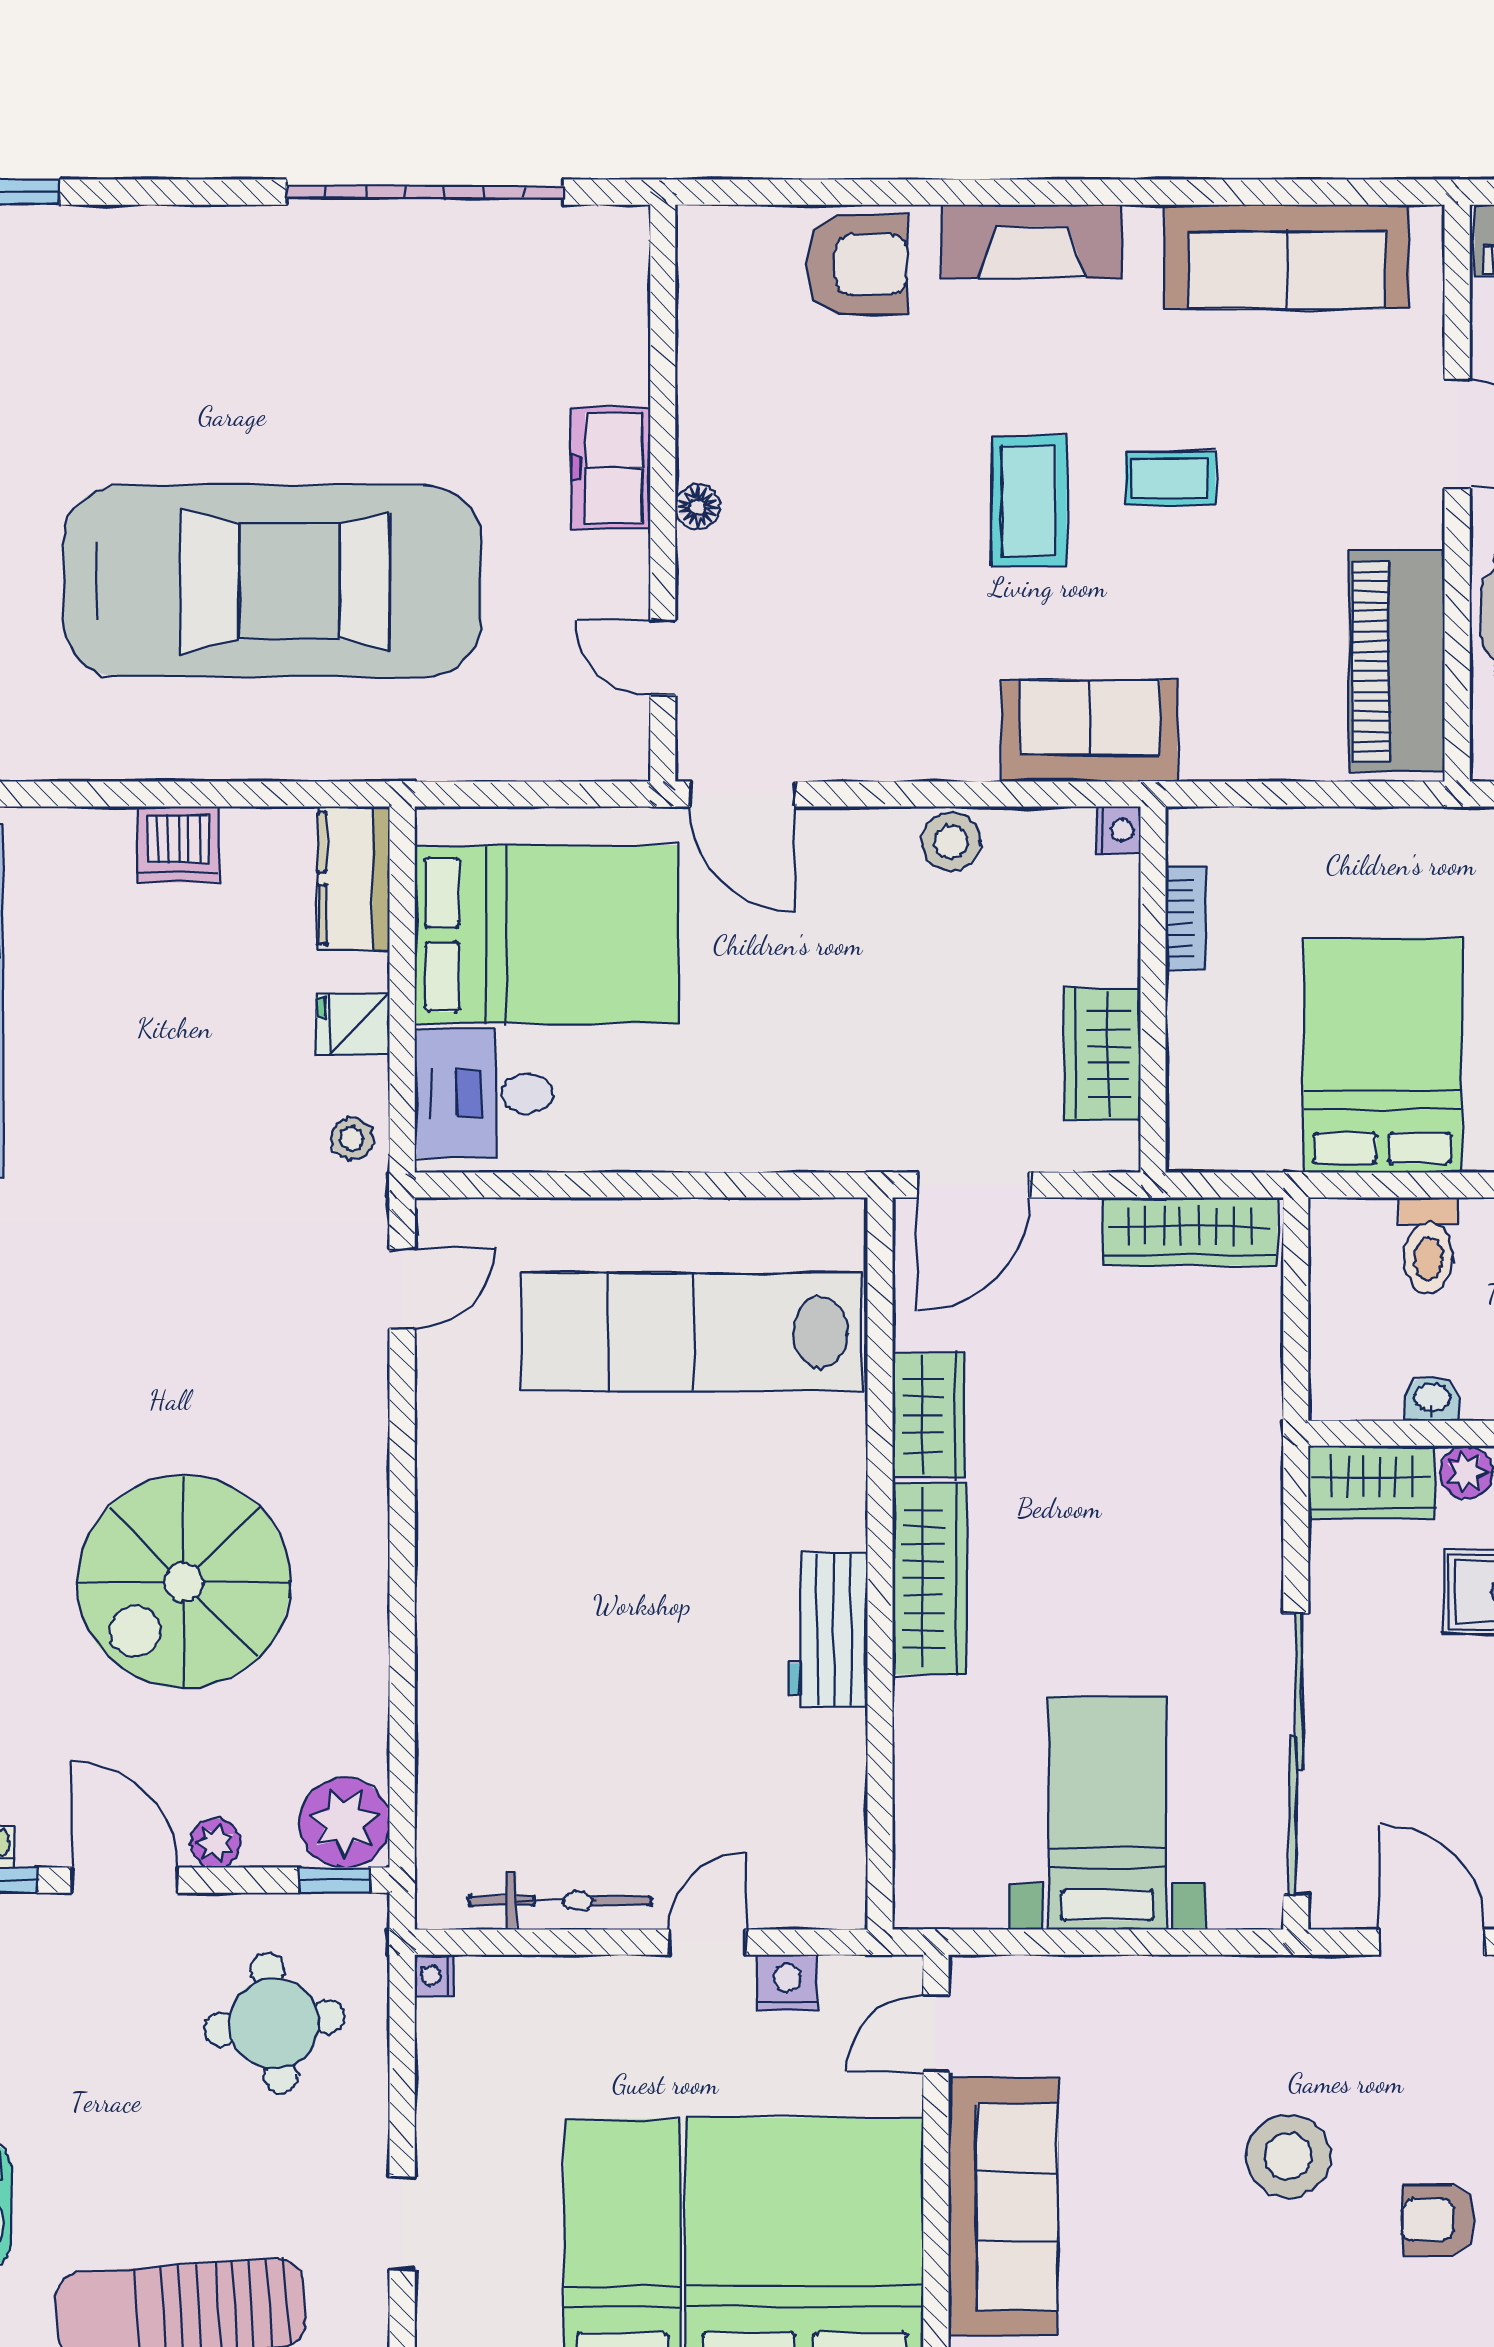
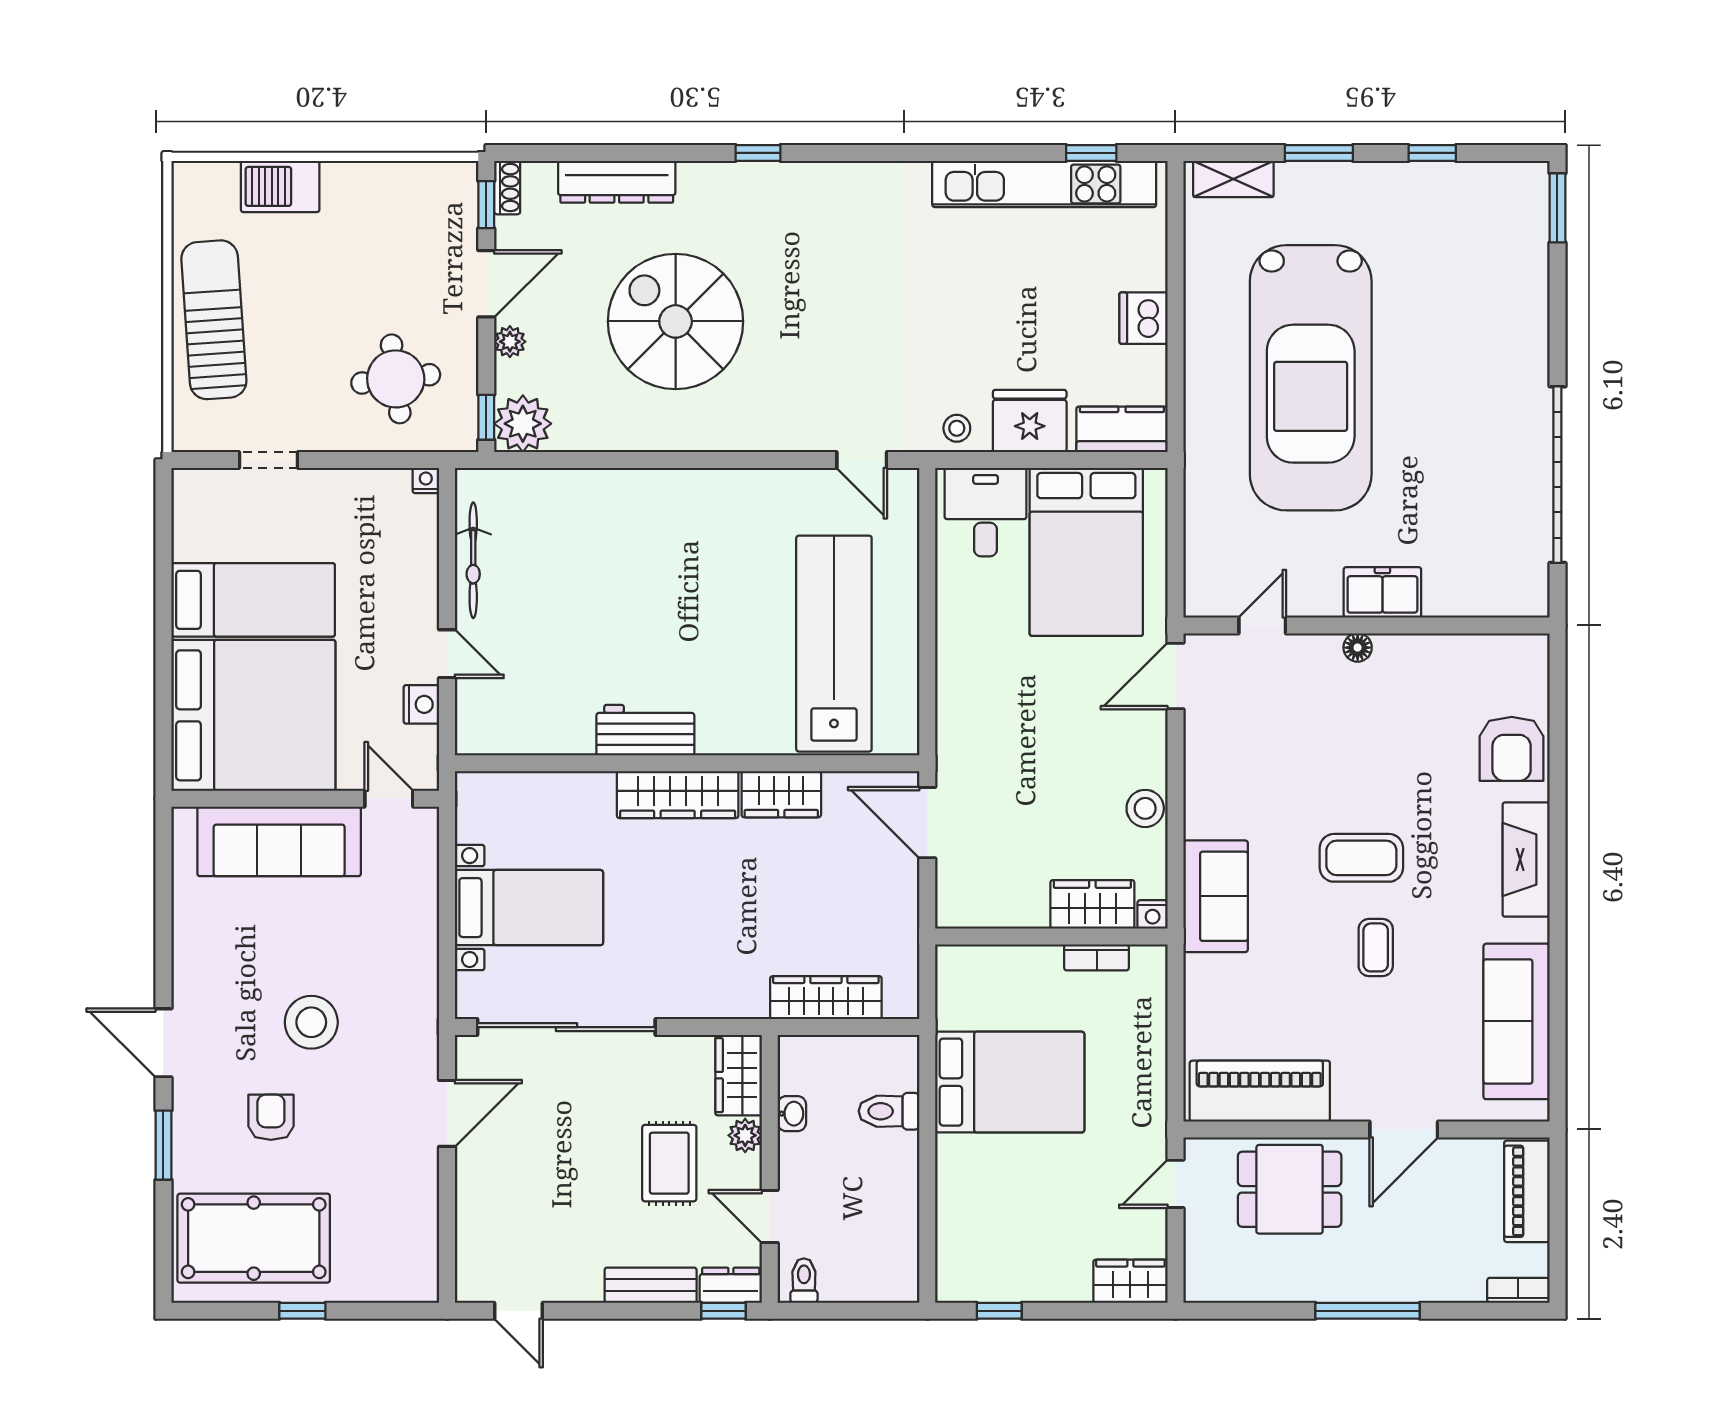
fridge: (353, 1024) -> (1030, 421), width x1.88, depth x1.34
wardrobe: (1102, 1054) -> (1092, 904), moved
wardrobe: (1190, 1231) -> (826, 998), moved, turned 90

